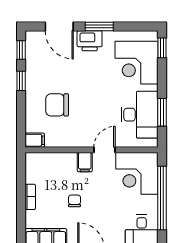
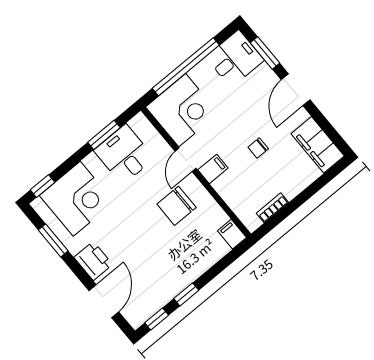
window: (99, 27) -> (53, 240), moved
chair: (57, 105) -> (177, 206), moved, turned 90
desk: (140, 115) -> (124, 154), width x0.73
door: (105, 150) -> (186, 160), hinge flipped
bookcase: (30, 197) -> (272, 208), moved

